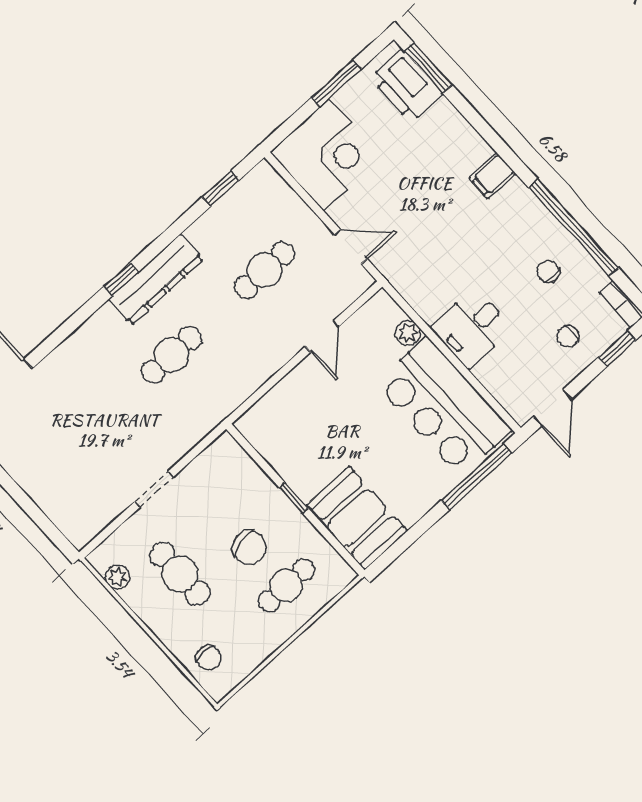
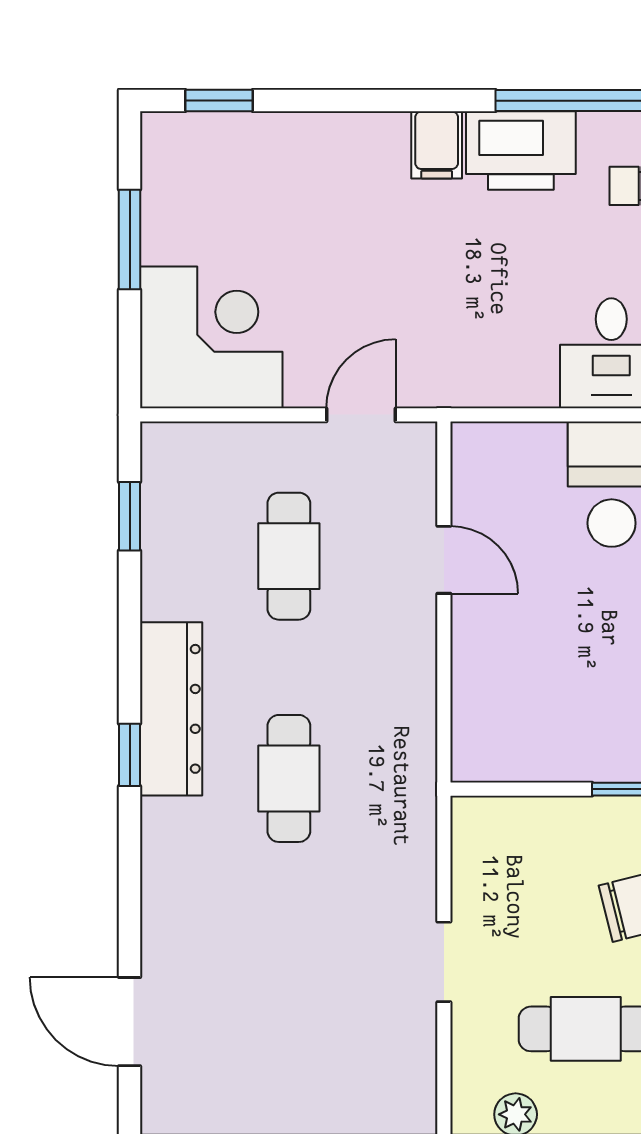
window: (428, 68) -> (219, 101), width x0.67
printer: (407, 86) -> (521, 151), moved
plant: (408, 333) -> (542, 443), removed

